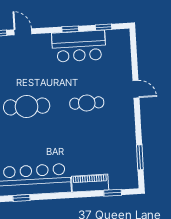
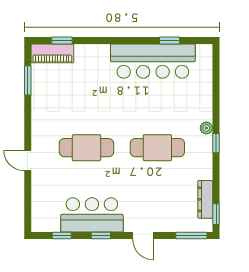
door: (23, 32) -> (143, 236), moved
cafe table: (87, 103) -> (86, 148), width x1.37, depth x1.35
piano: (90, 183) -> (52, 53), moved

